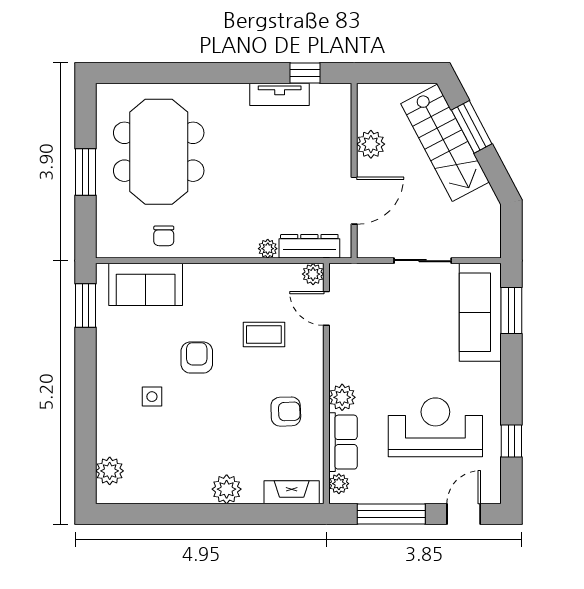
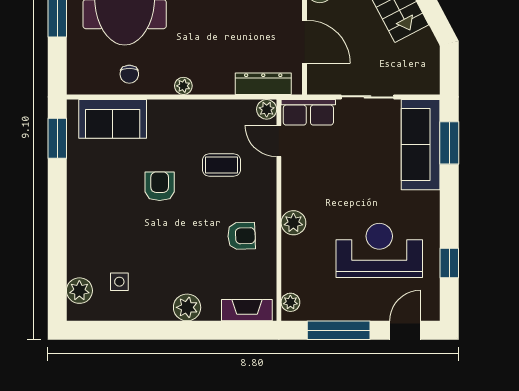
door: (354, 201) -> (305, 42), hinge flipped
plant: (268, 249) -> (183, 86), moved
side table: (152, 397) -> (119, 282), moved
row of seats: (343, 442) -> (308, 112), moved, turned 90

